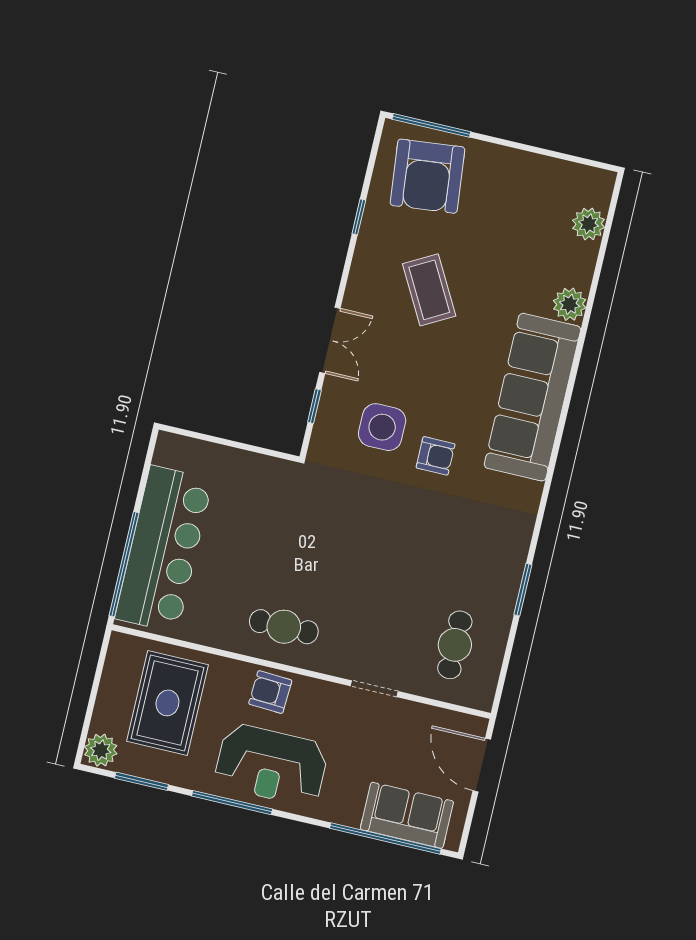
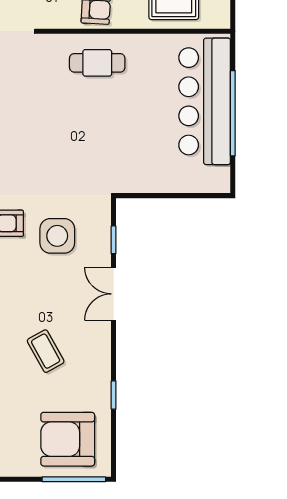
armchair: (427, 176) -> (68, 439), turned -84
coffee table: (429, 290) -> (46, 351), width x0.73, depth x0.77
window: (124, 564) -> (233, 113), moved

